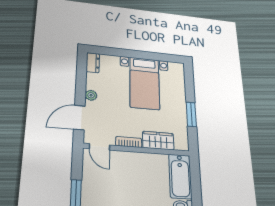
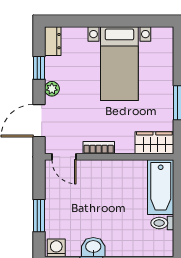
window: (81, 80) -> (39, 68), added
wardrobe: (158, 141) -> (154, 143), moved

